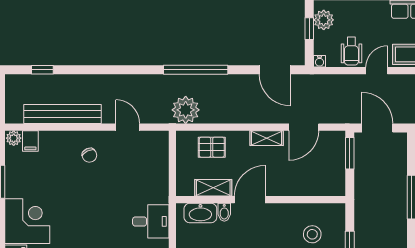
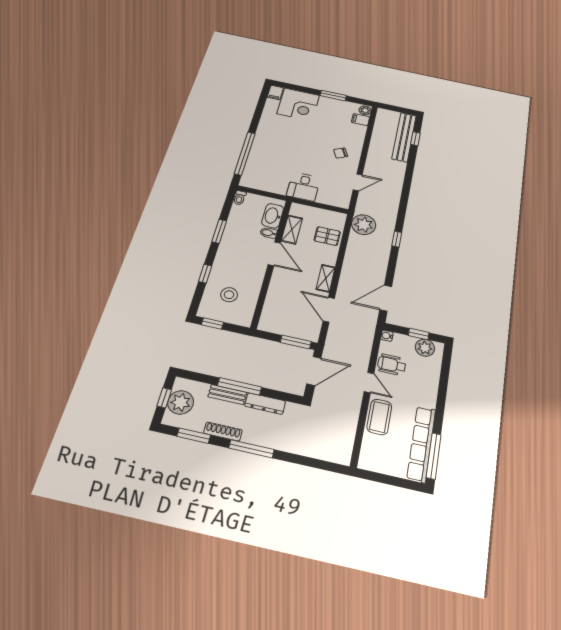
window: (196, 70) -> (397, 239), width x0.32
bench: (62, 114) -> (404, 137), moved
pallet: (212, 147) -> (327, 236), turned 90
desk: (151, 221) -> (303, 187), moved

